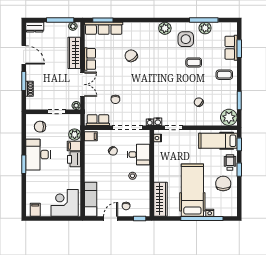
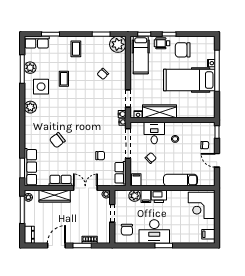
row of seats: (231, 48) -> (37, 42), moved
exam couch: (91, 199) -> (180, 180), moved
wardrobe: (160, 199) -> (160, 111), moved

